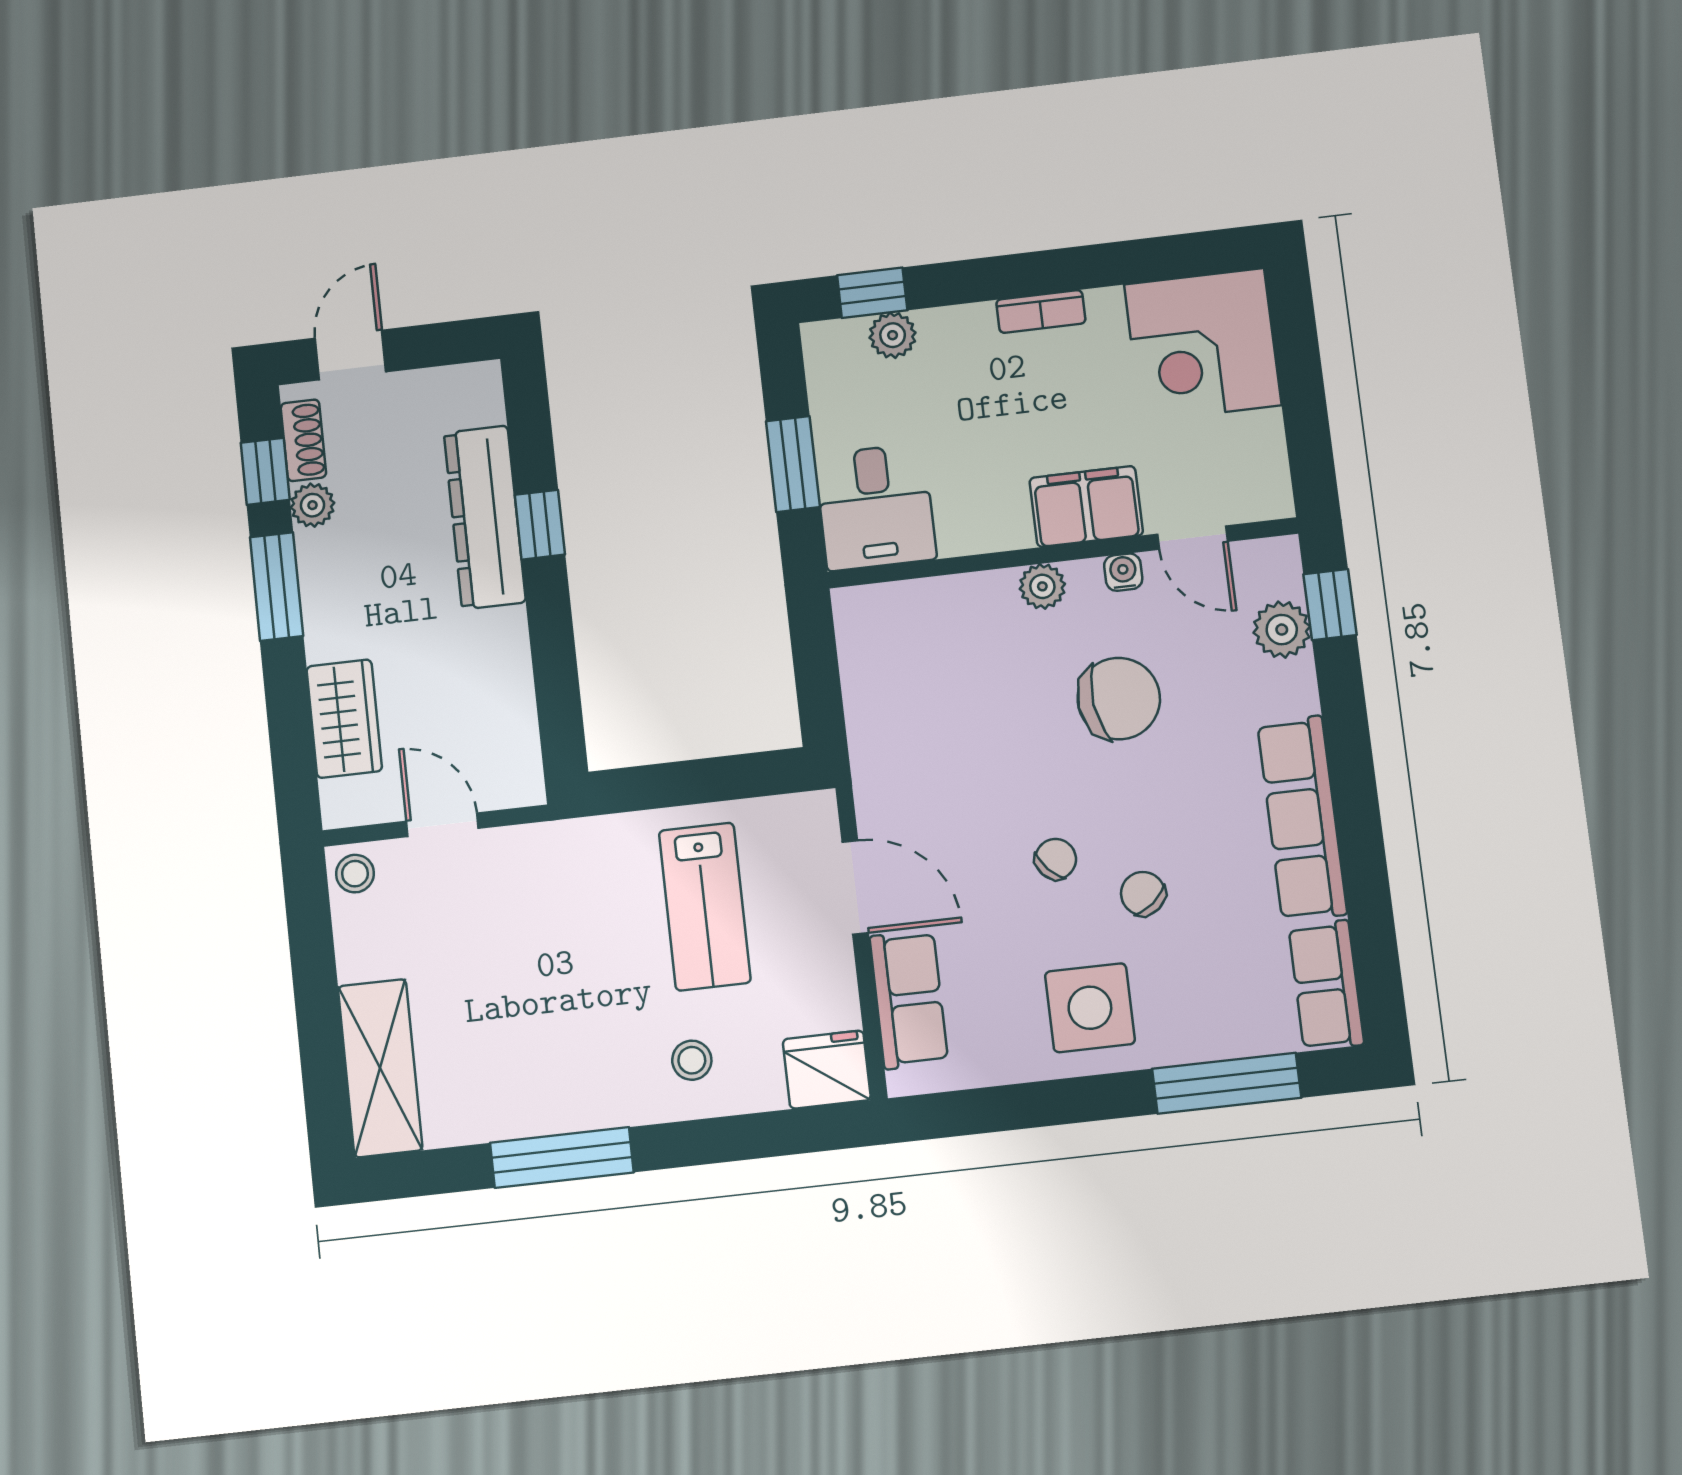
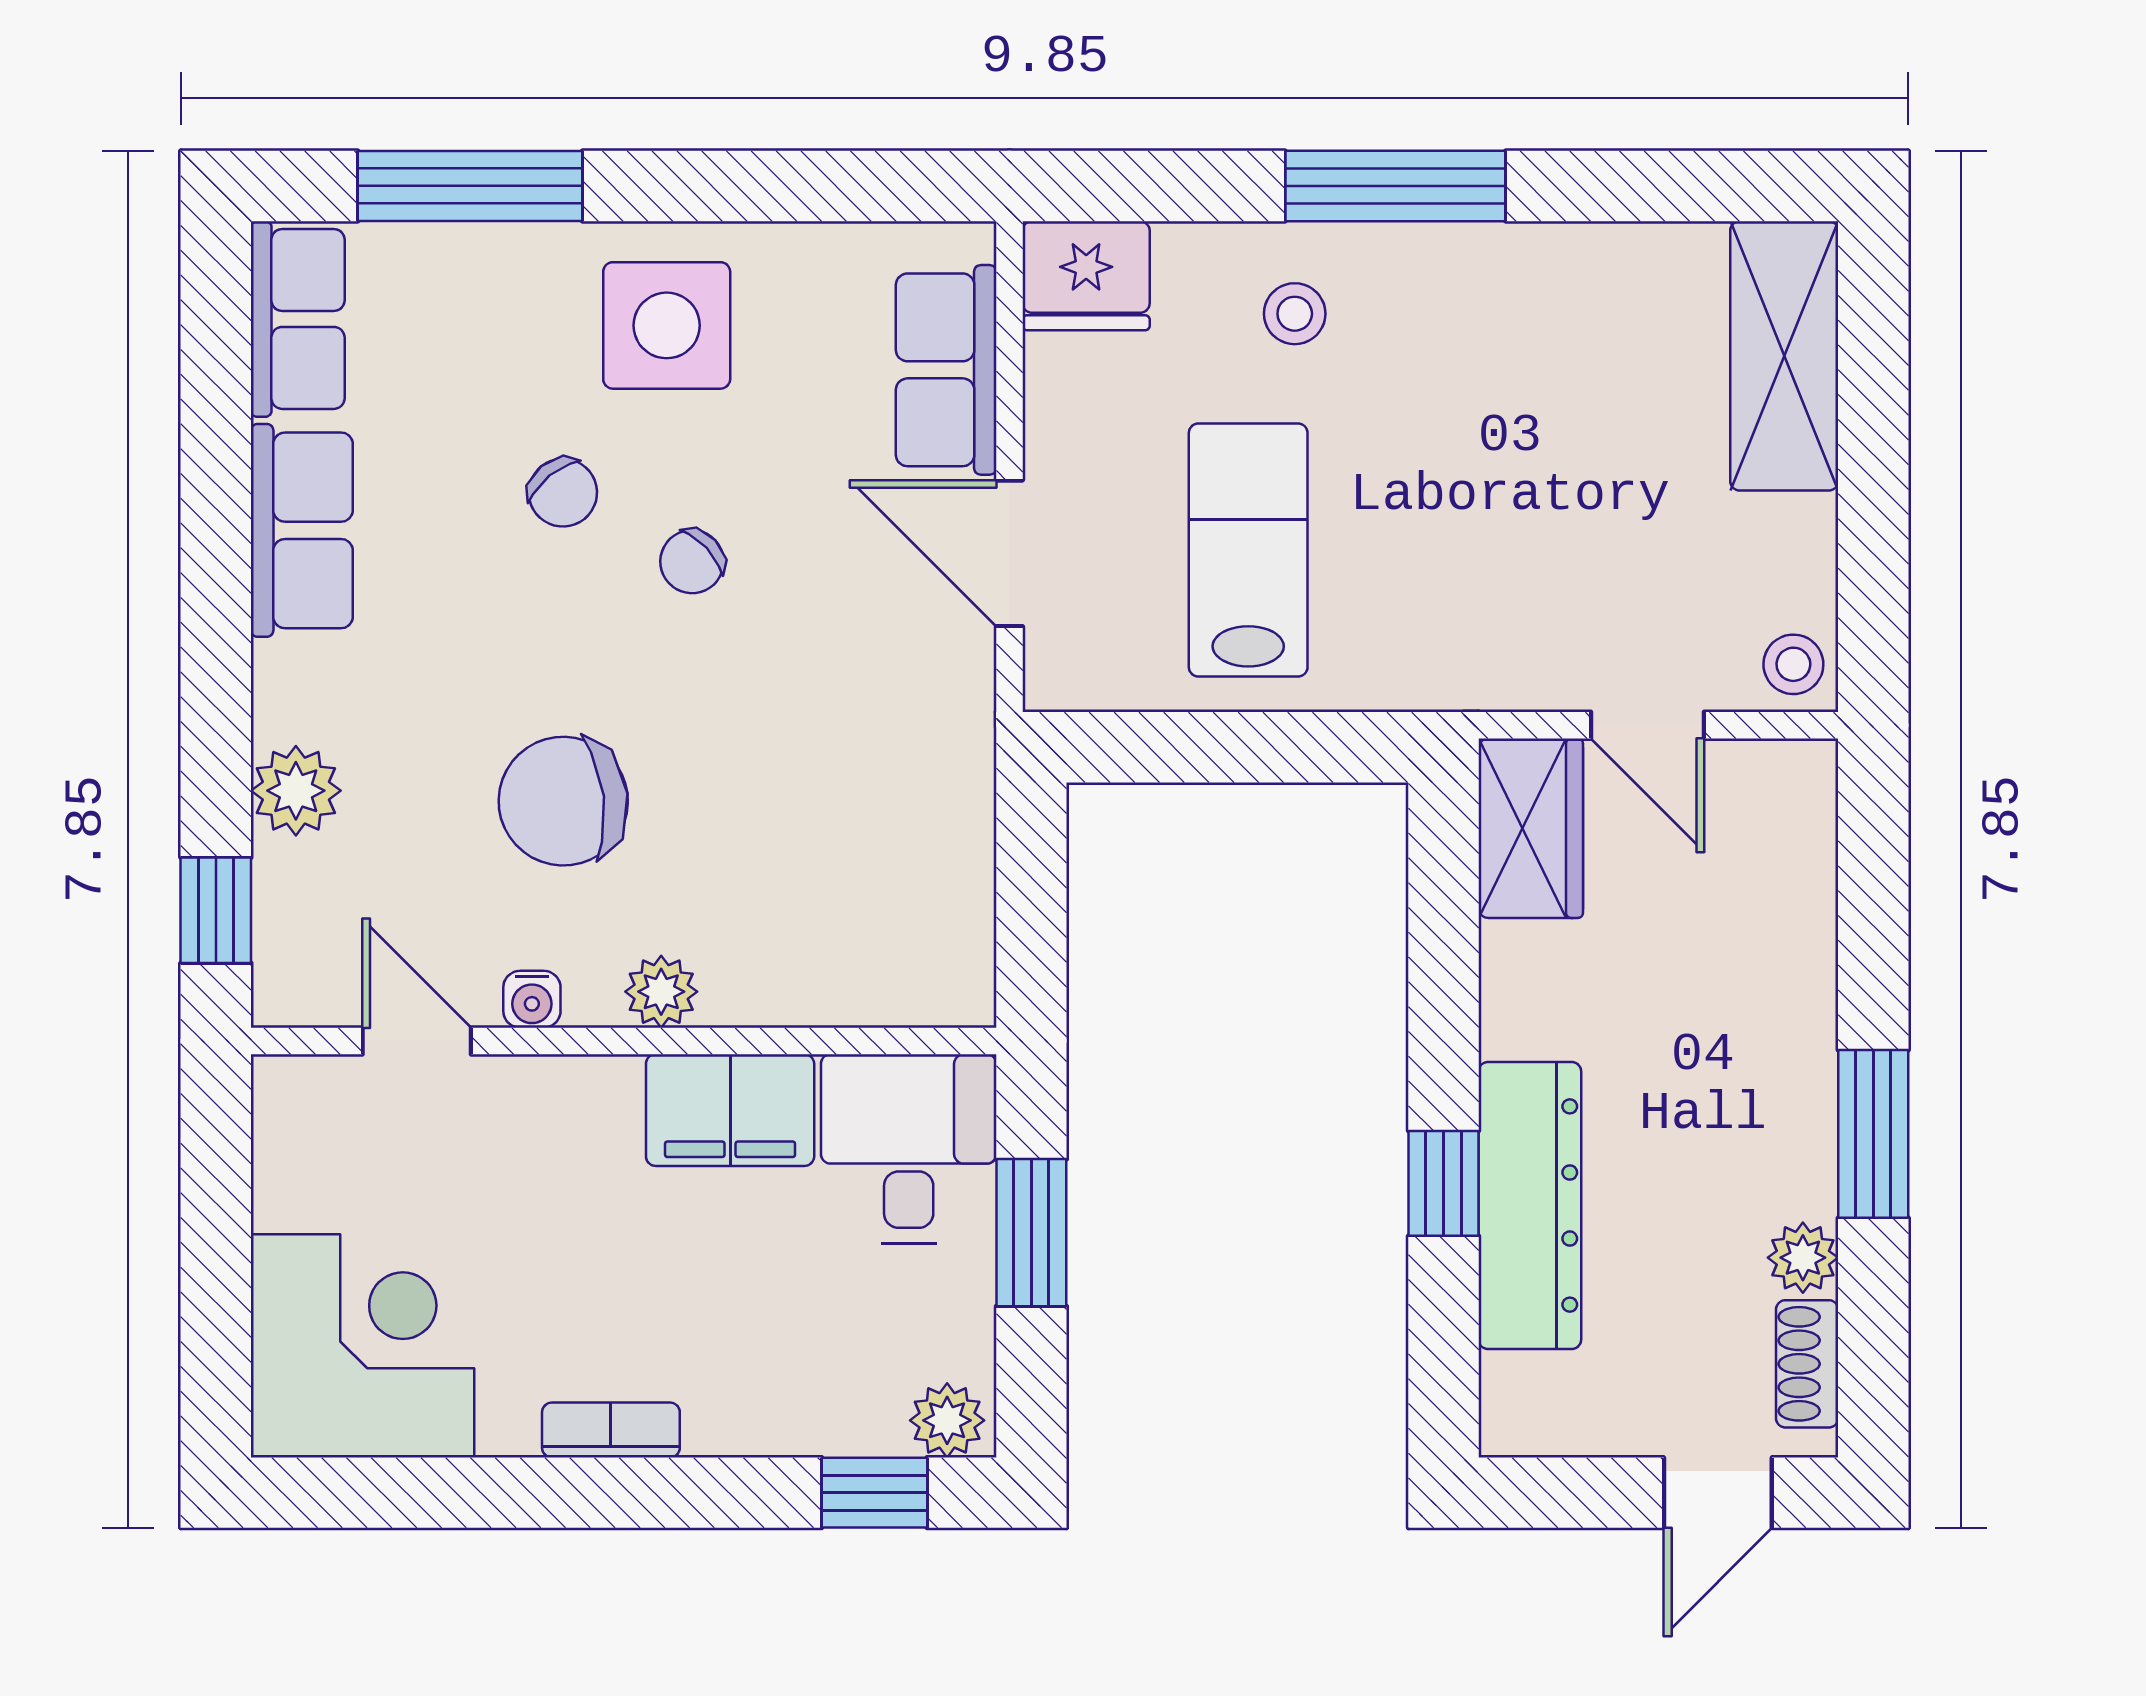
plant: (893, 335) -> (947, 1420), moved
window: (265, 471) -> (1873, 1321), removed
filing cabinet: (1086, 506) -> (730, 1110), moved
plant: (1282, 630) -> (296, 791), moved
wardrobe: (344, 719) -> (1531, 828), moved, turned 180
row of seats: (1302, 818) -> (302, 530), width x0.68
window: (562, 1158) -> (1395, 186), moved

